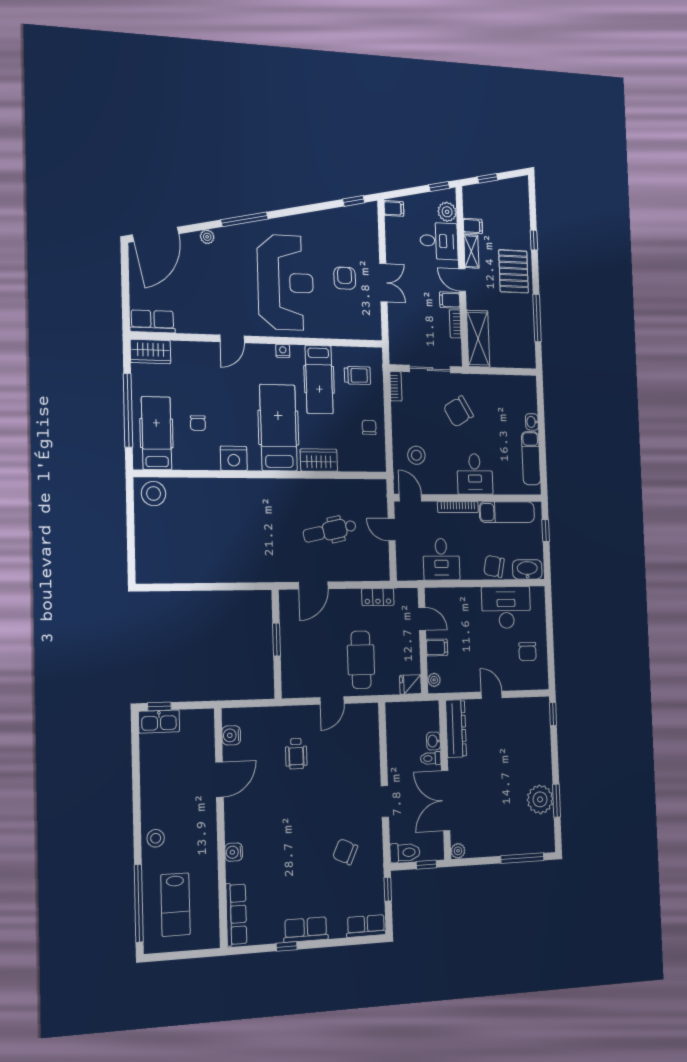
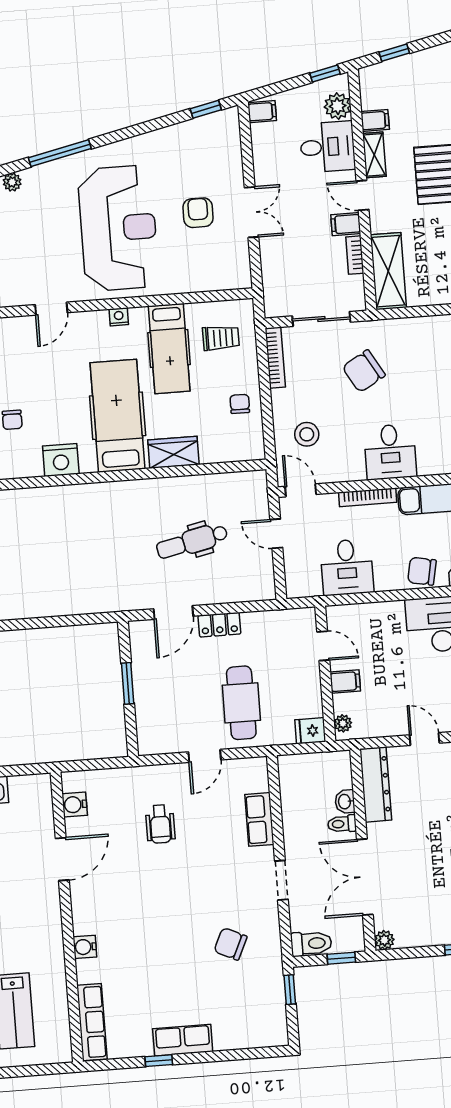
bookcase: (396, 386) -> (275, 358), width x1.56
locker: (378, 597) -> (219, 625), moved
row of seats: (366, 926) -> (259, 819), moved, turned -90

